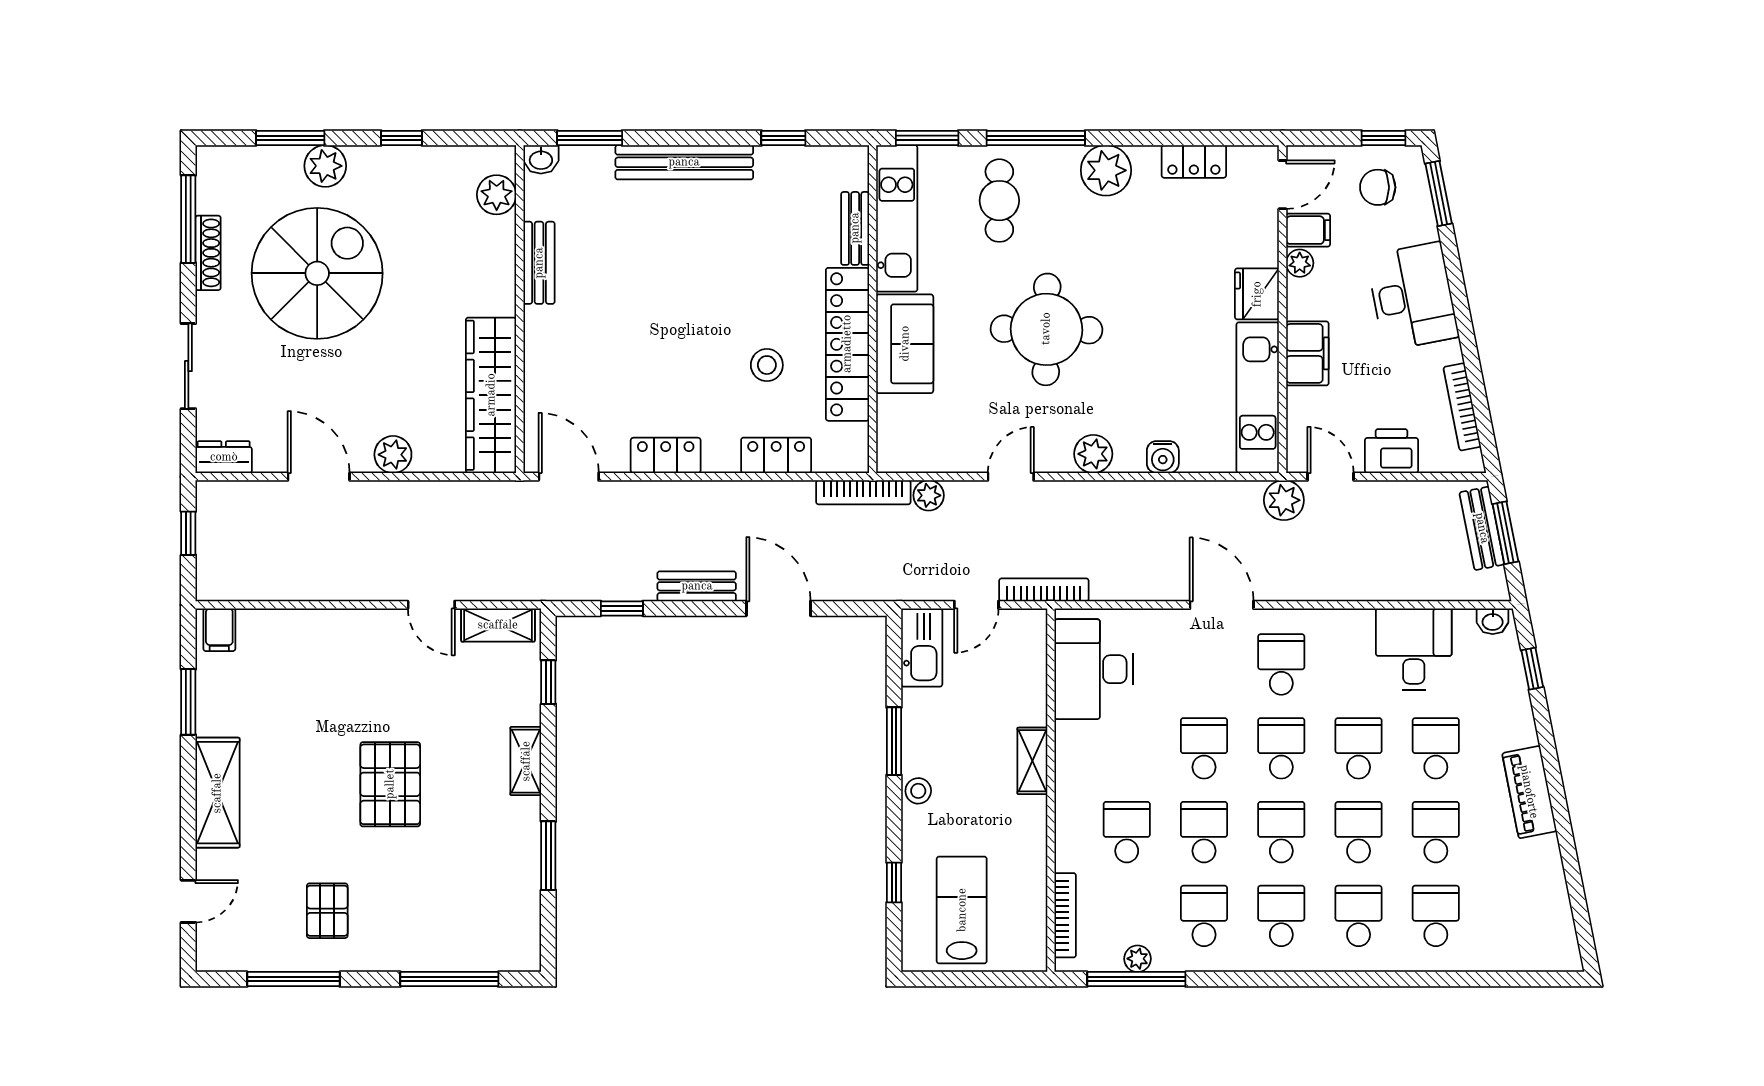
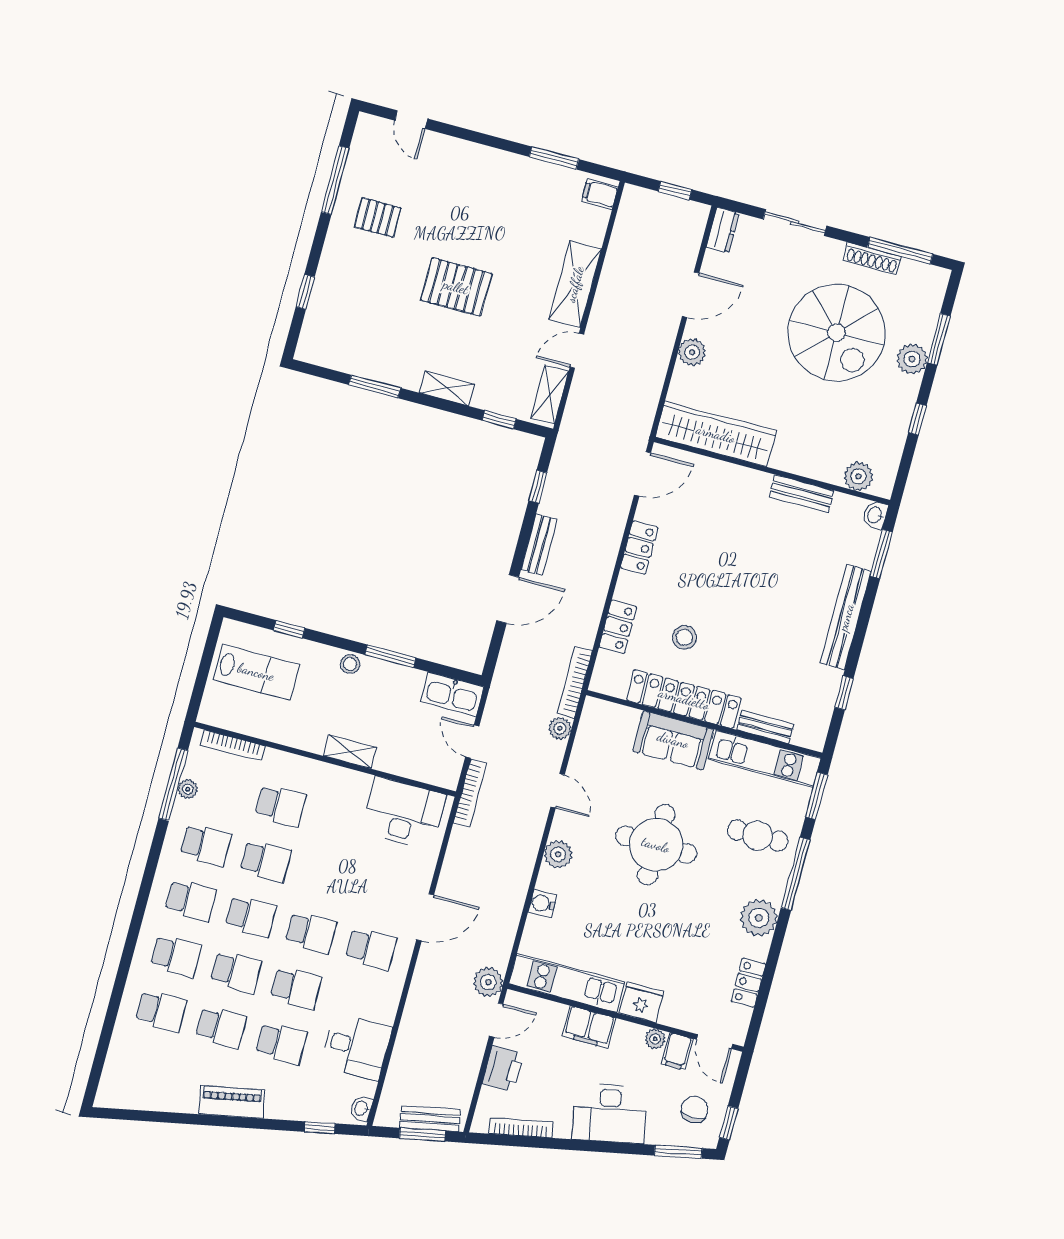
school desk: (1204, 748) -> (326, 877), removed
shelving: (217, 793) -> (575, 284), moved, turned 90
window: (449, 979) -> (305, 292), width x0.46

